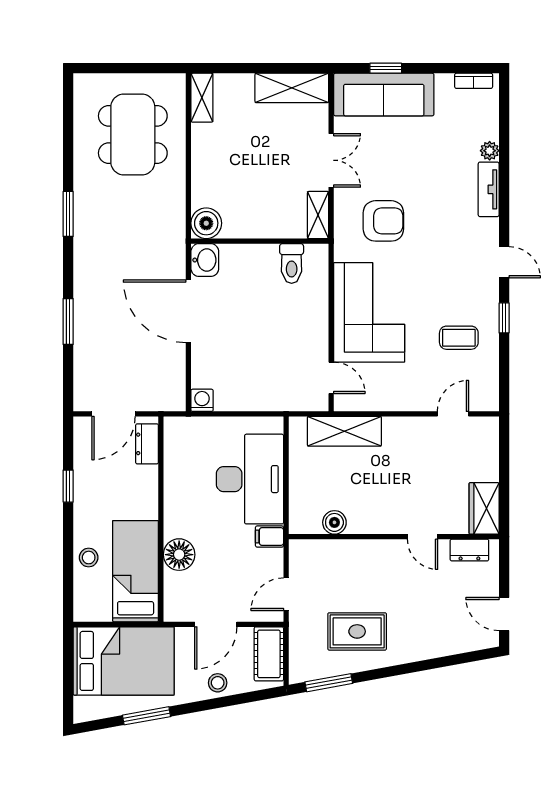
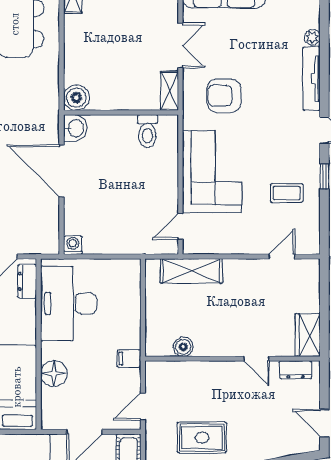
tv unit: (489, 189) -> (312, 79), width x1.41
armchair: (383, 221) -> (224, 96), turned 180
door: (331, 378) -> (180, 226), swing flipped
desk: (250, 479) -> (69, 303), moved, turned 180

